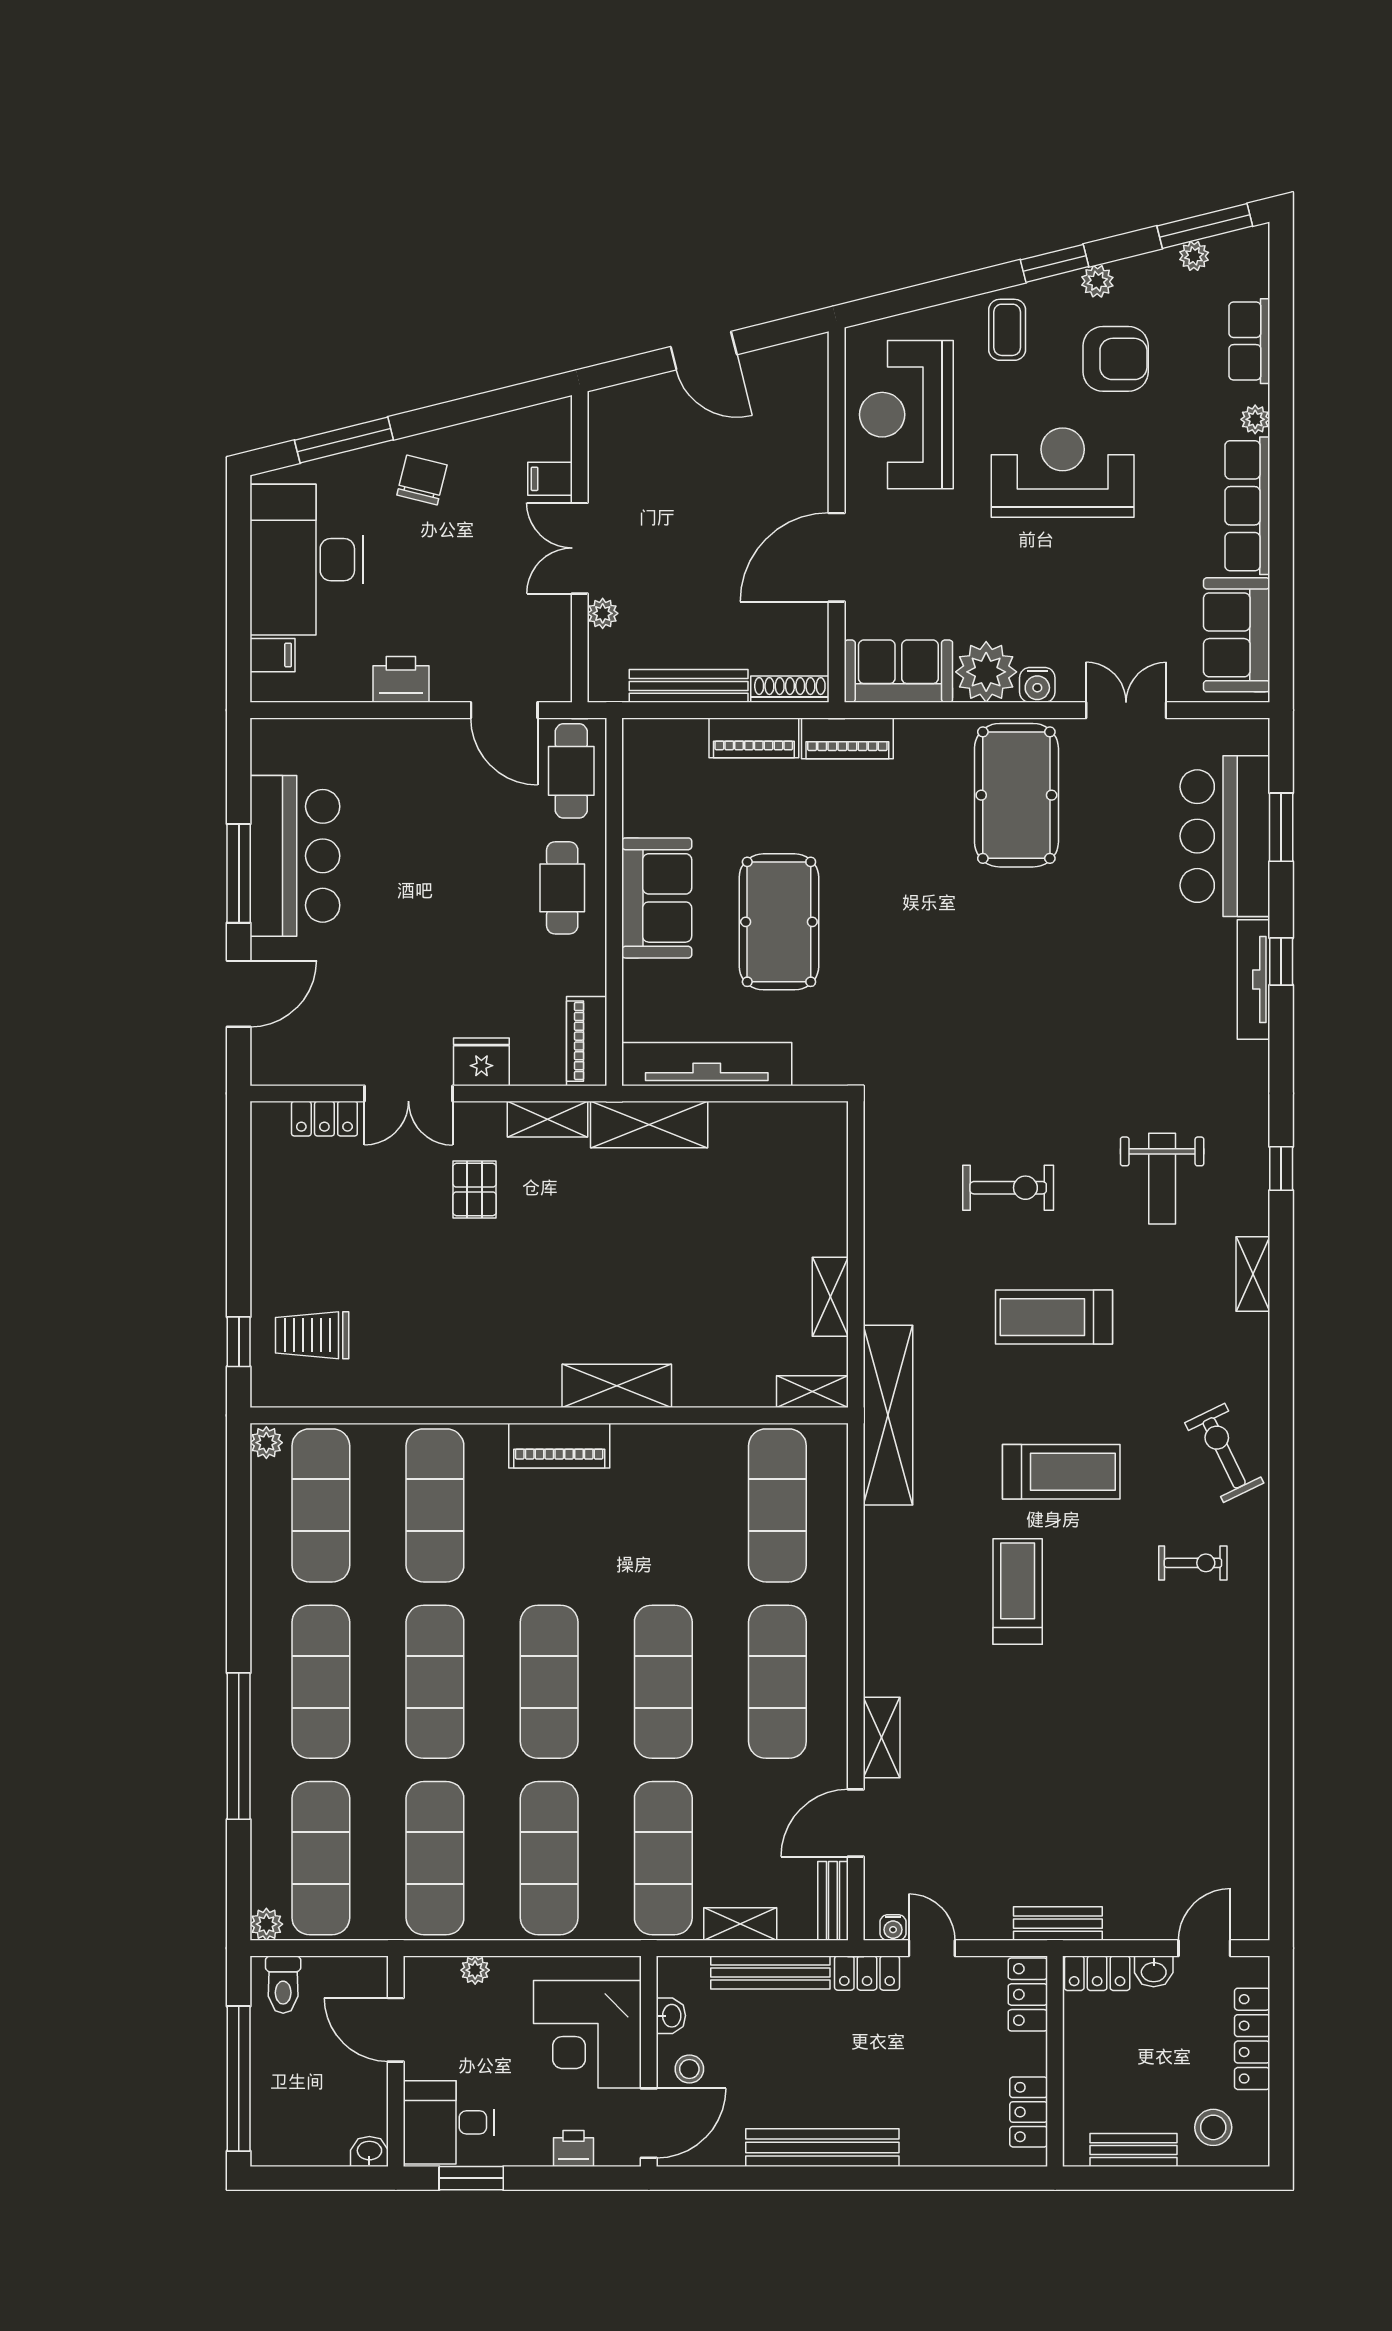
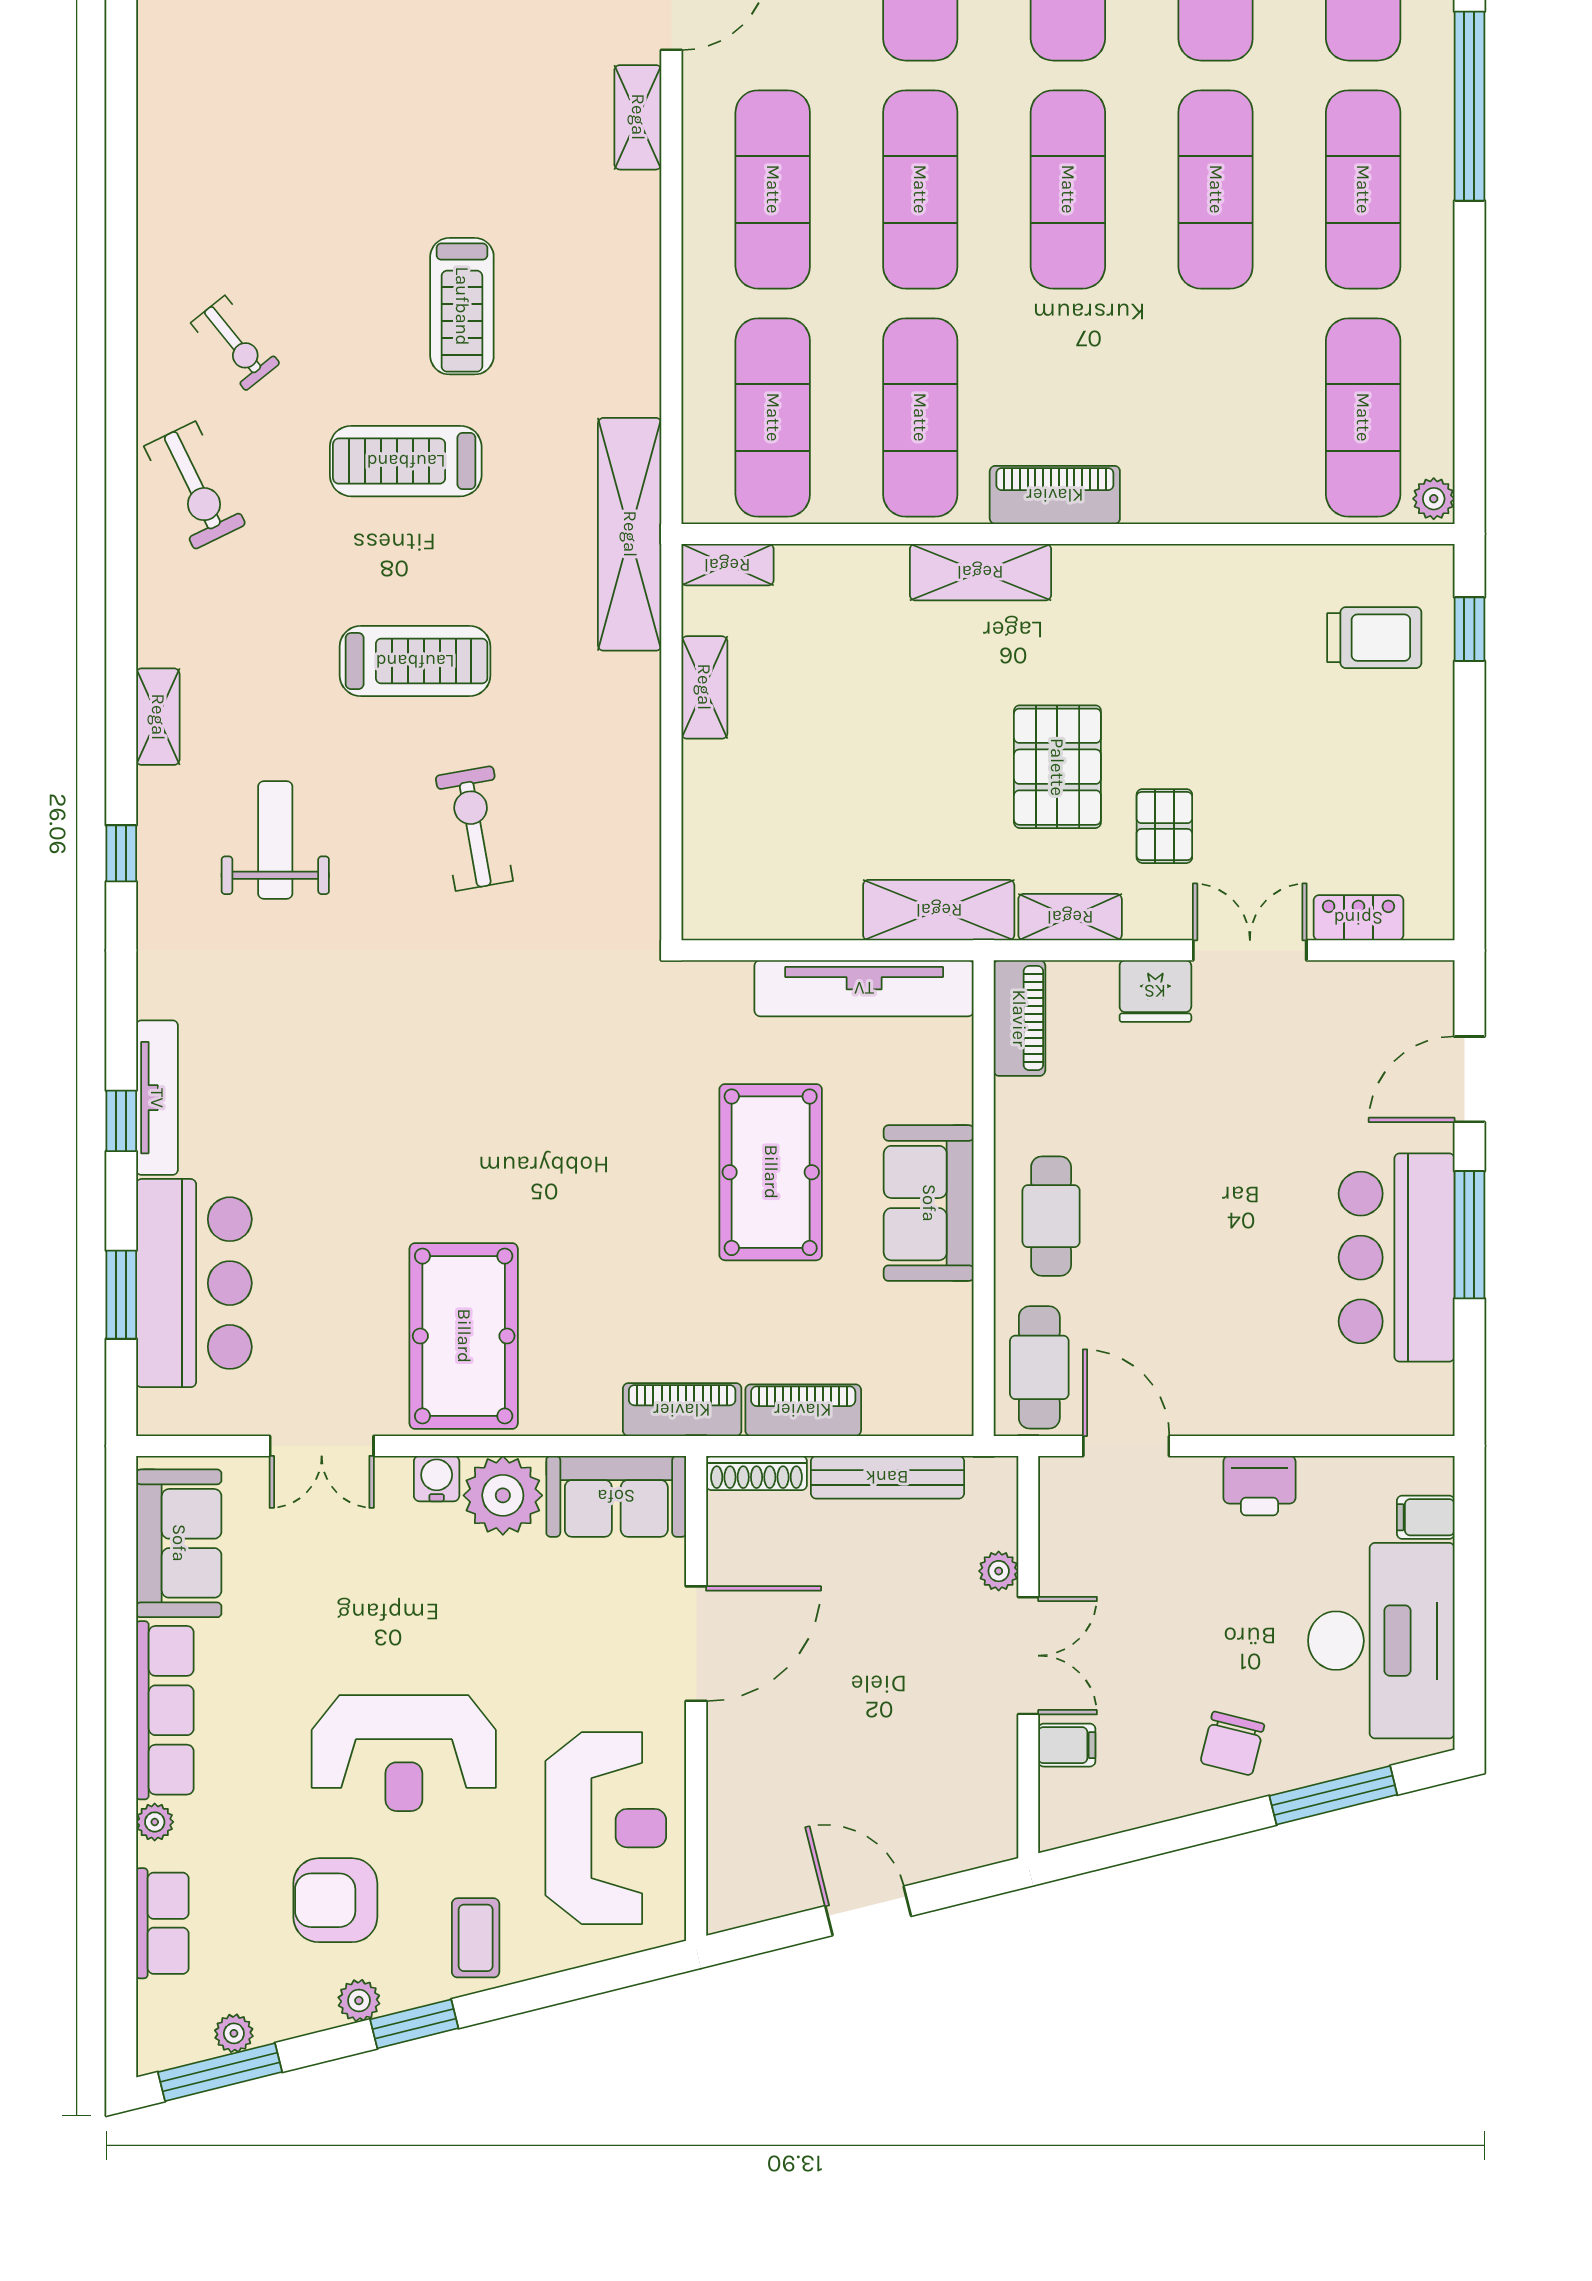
exercise bike: (1008, 1188) -> (474, 828), turned 80
pallet: (557, 1235) -> (1057, 767), added
exercise mat: (435, 1505) -> (920, 417), moved
exercise bike: (1193, 1563) -> (235, 343), turned -129

